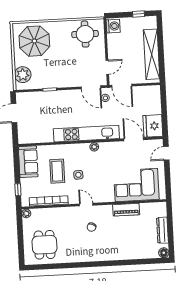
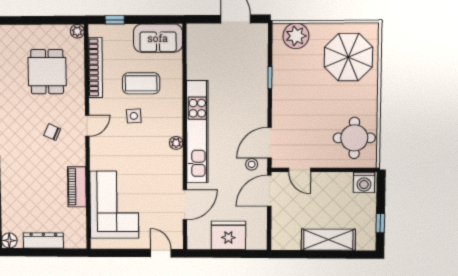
shelving: (152, 54) -> (328, 240), width x0.68
fridge: (153, 126) -> (228, 235), moved
dining table: (45, 245) -> (47, 72), moved, turned 90

